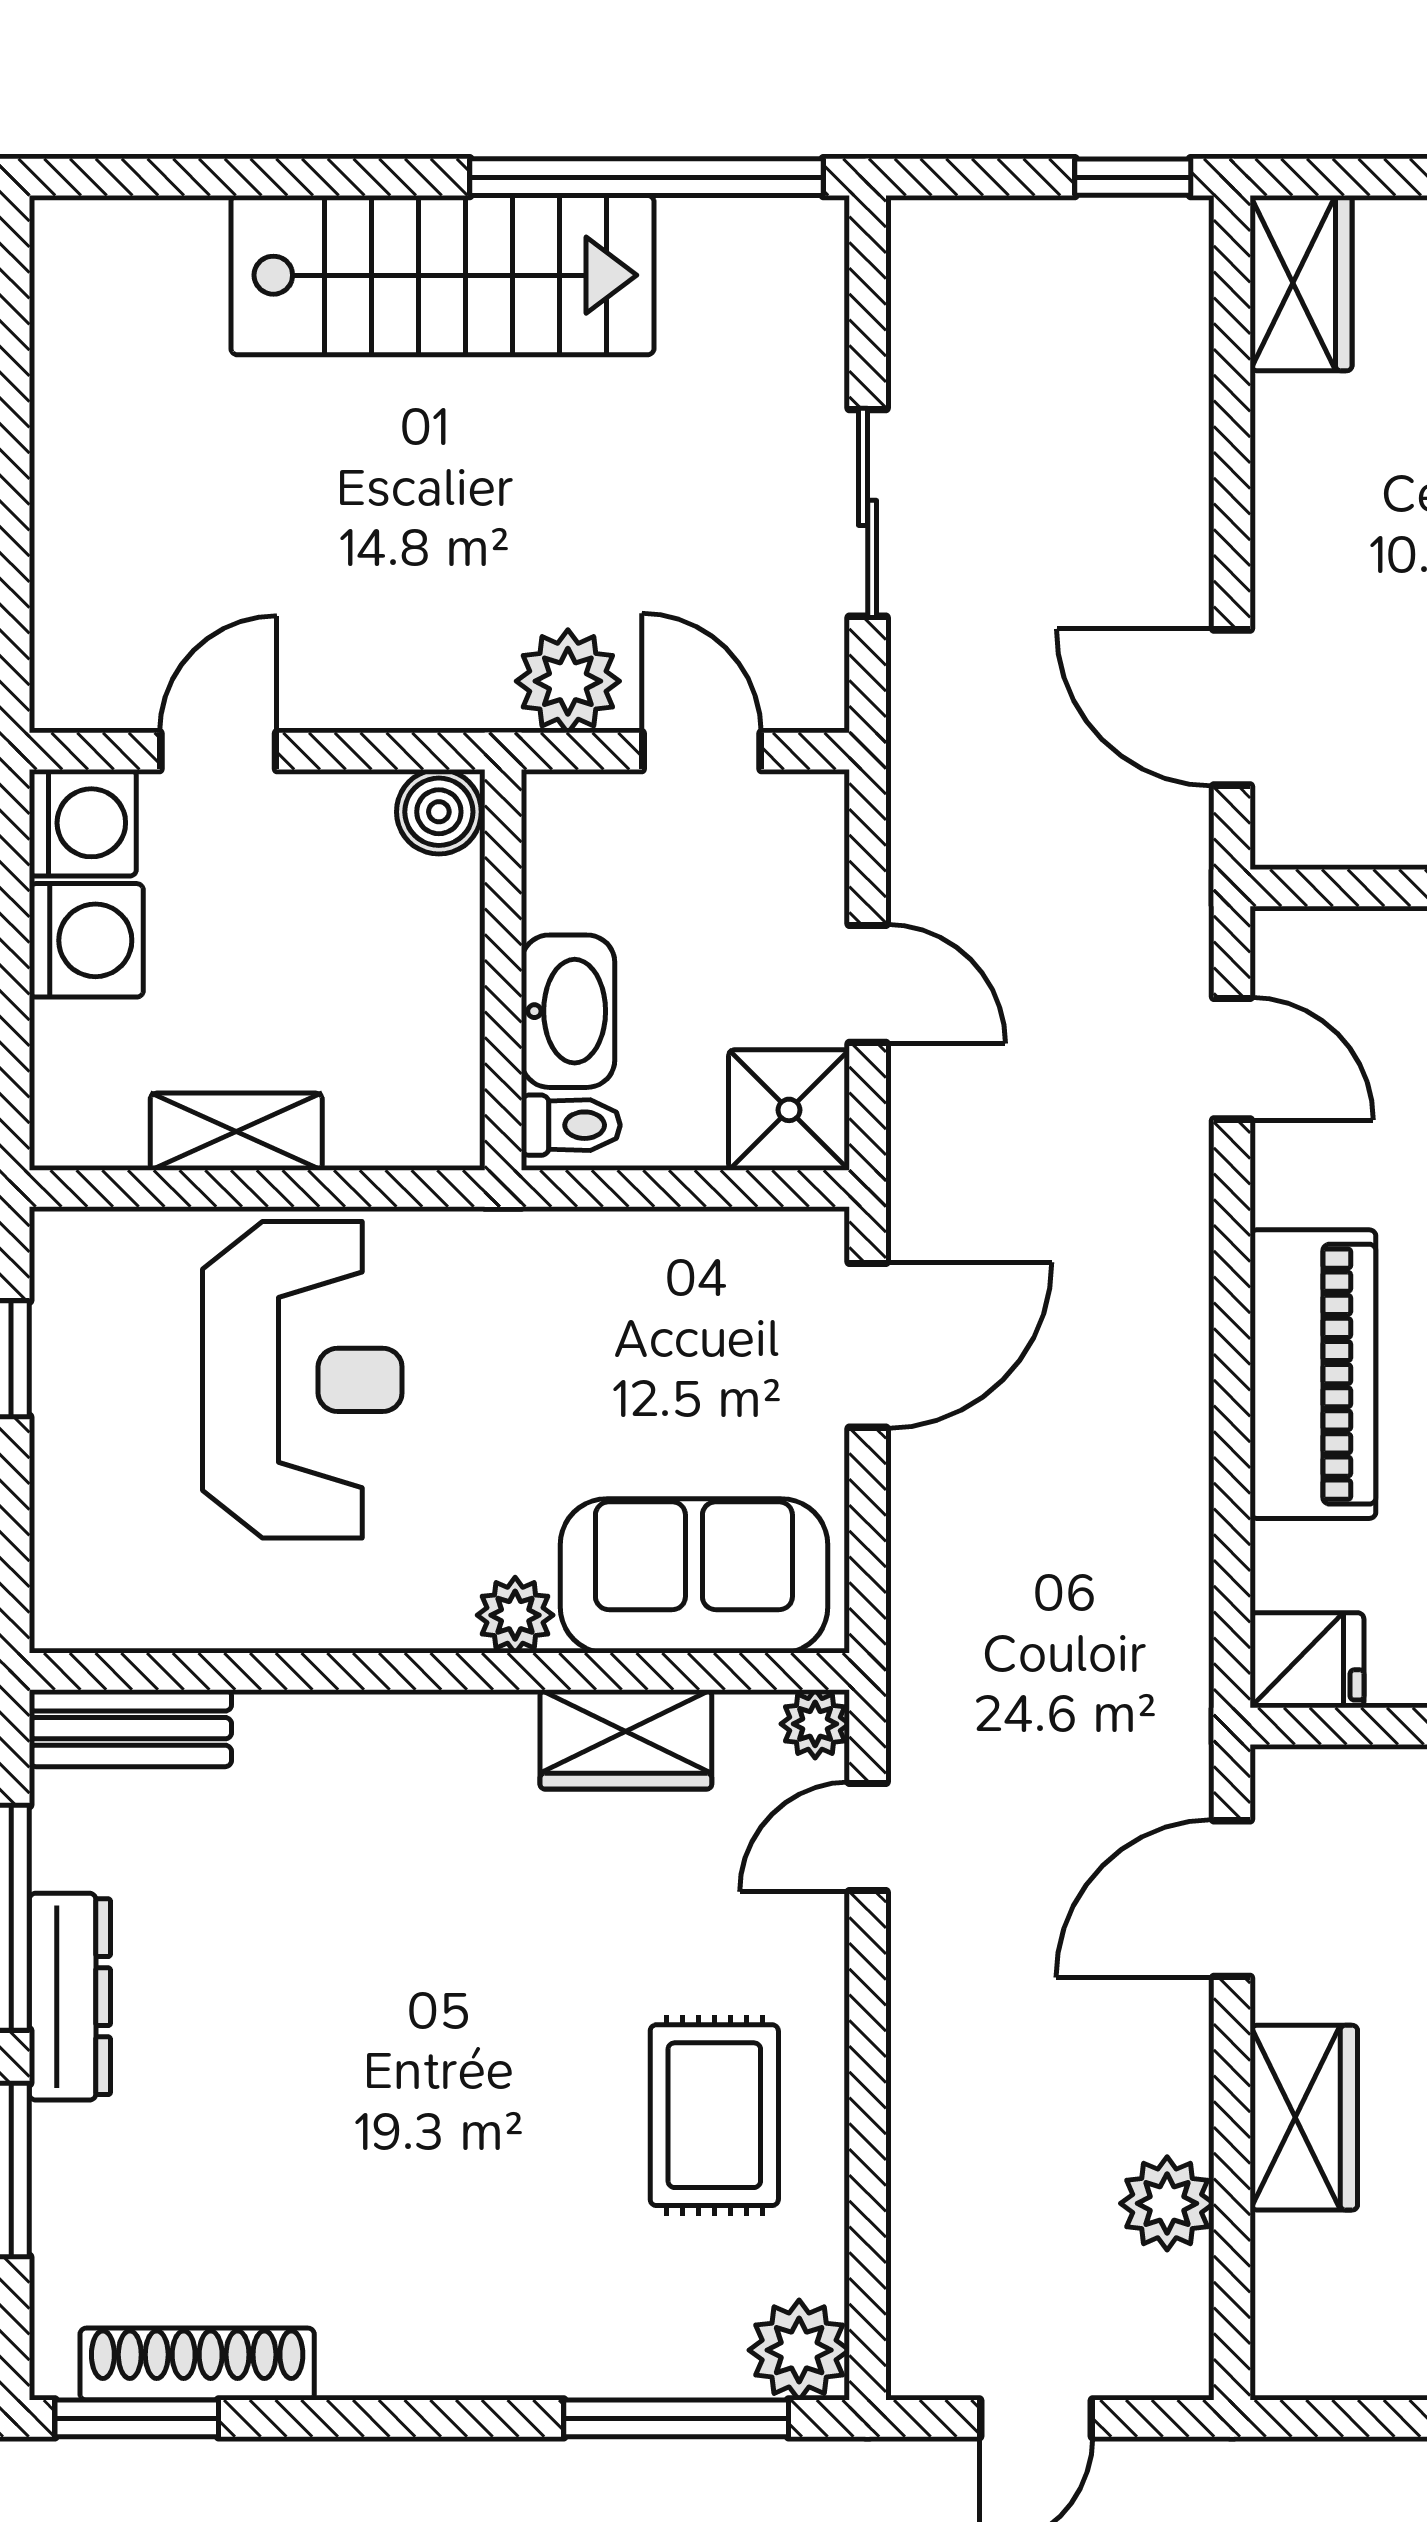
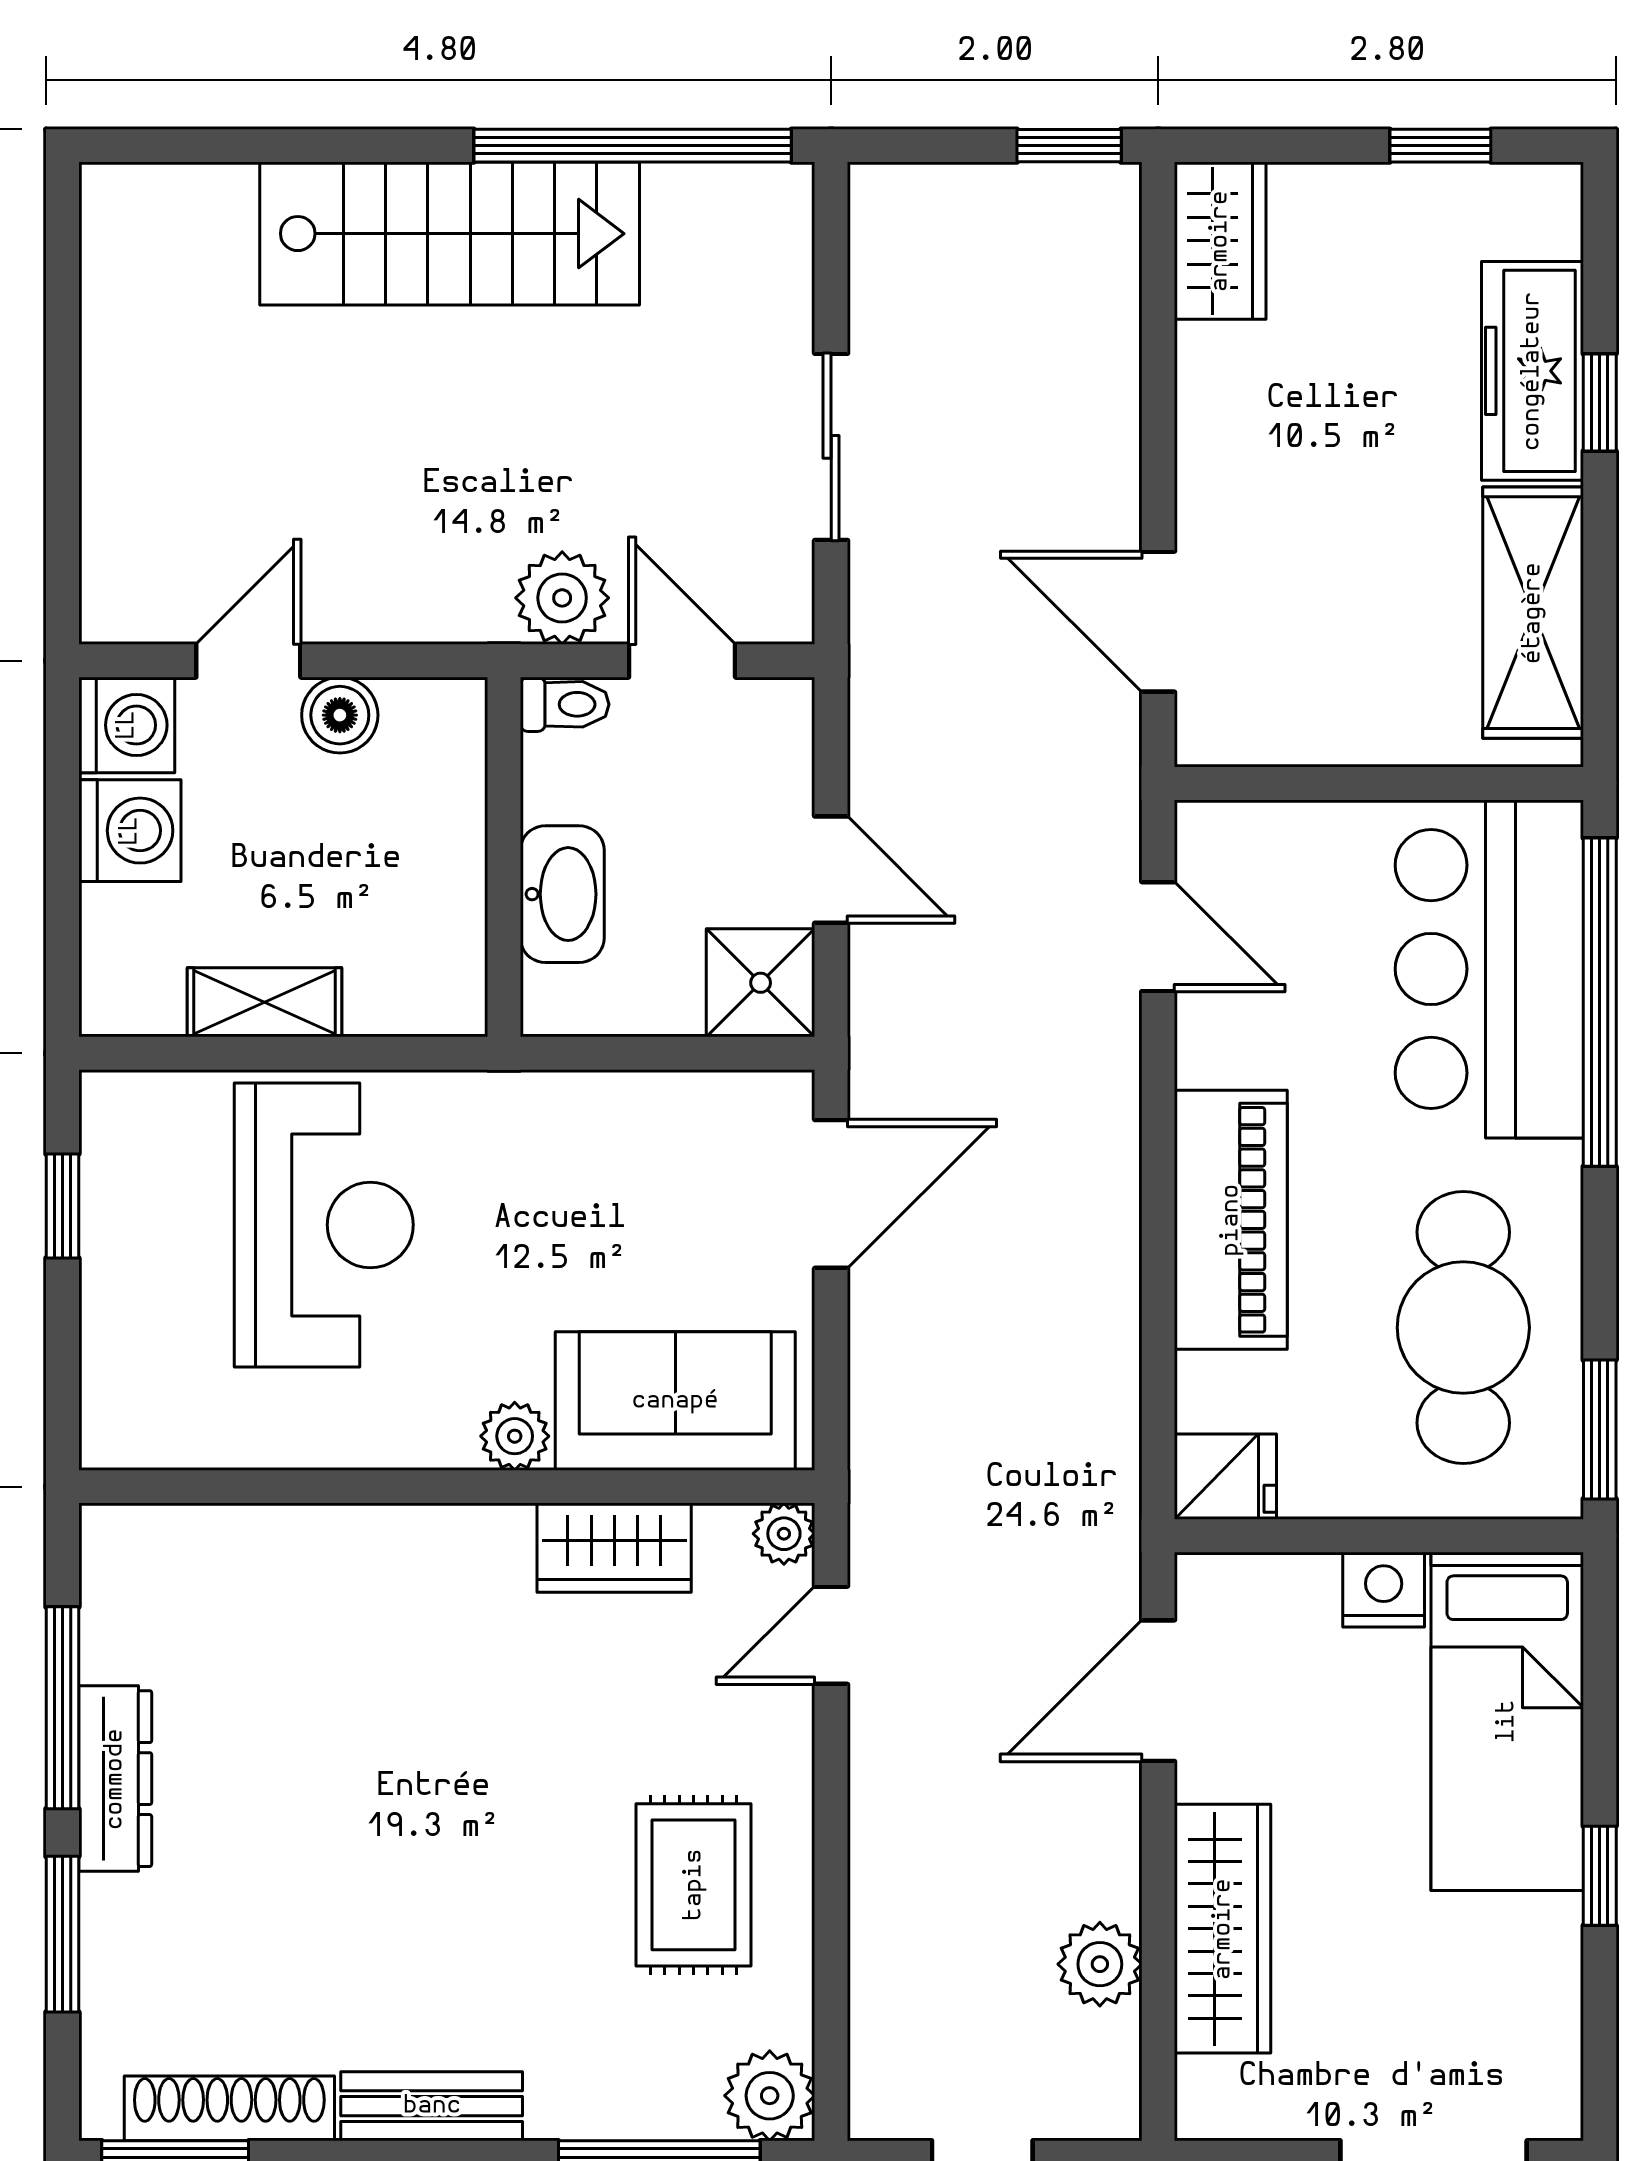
boiler: (439, 812) -> (340, 715), moved
toilet: (571, 1125) -> (565, 704), moved
bench: (130, 1728) -> (432, 2106), moved
wardrobe: (1304, 2118) -> (1223, 1929), width x1.50

